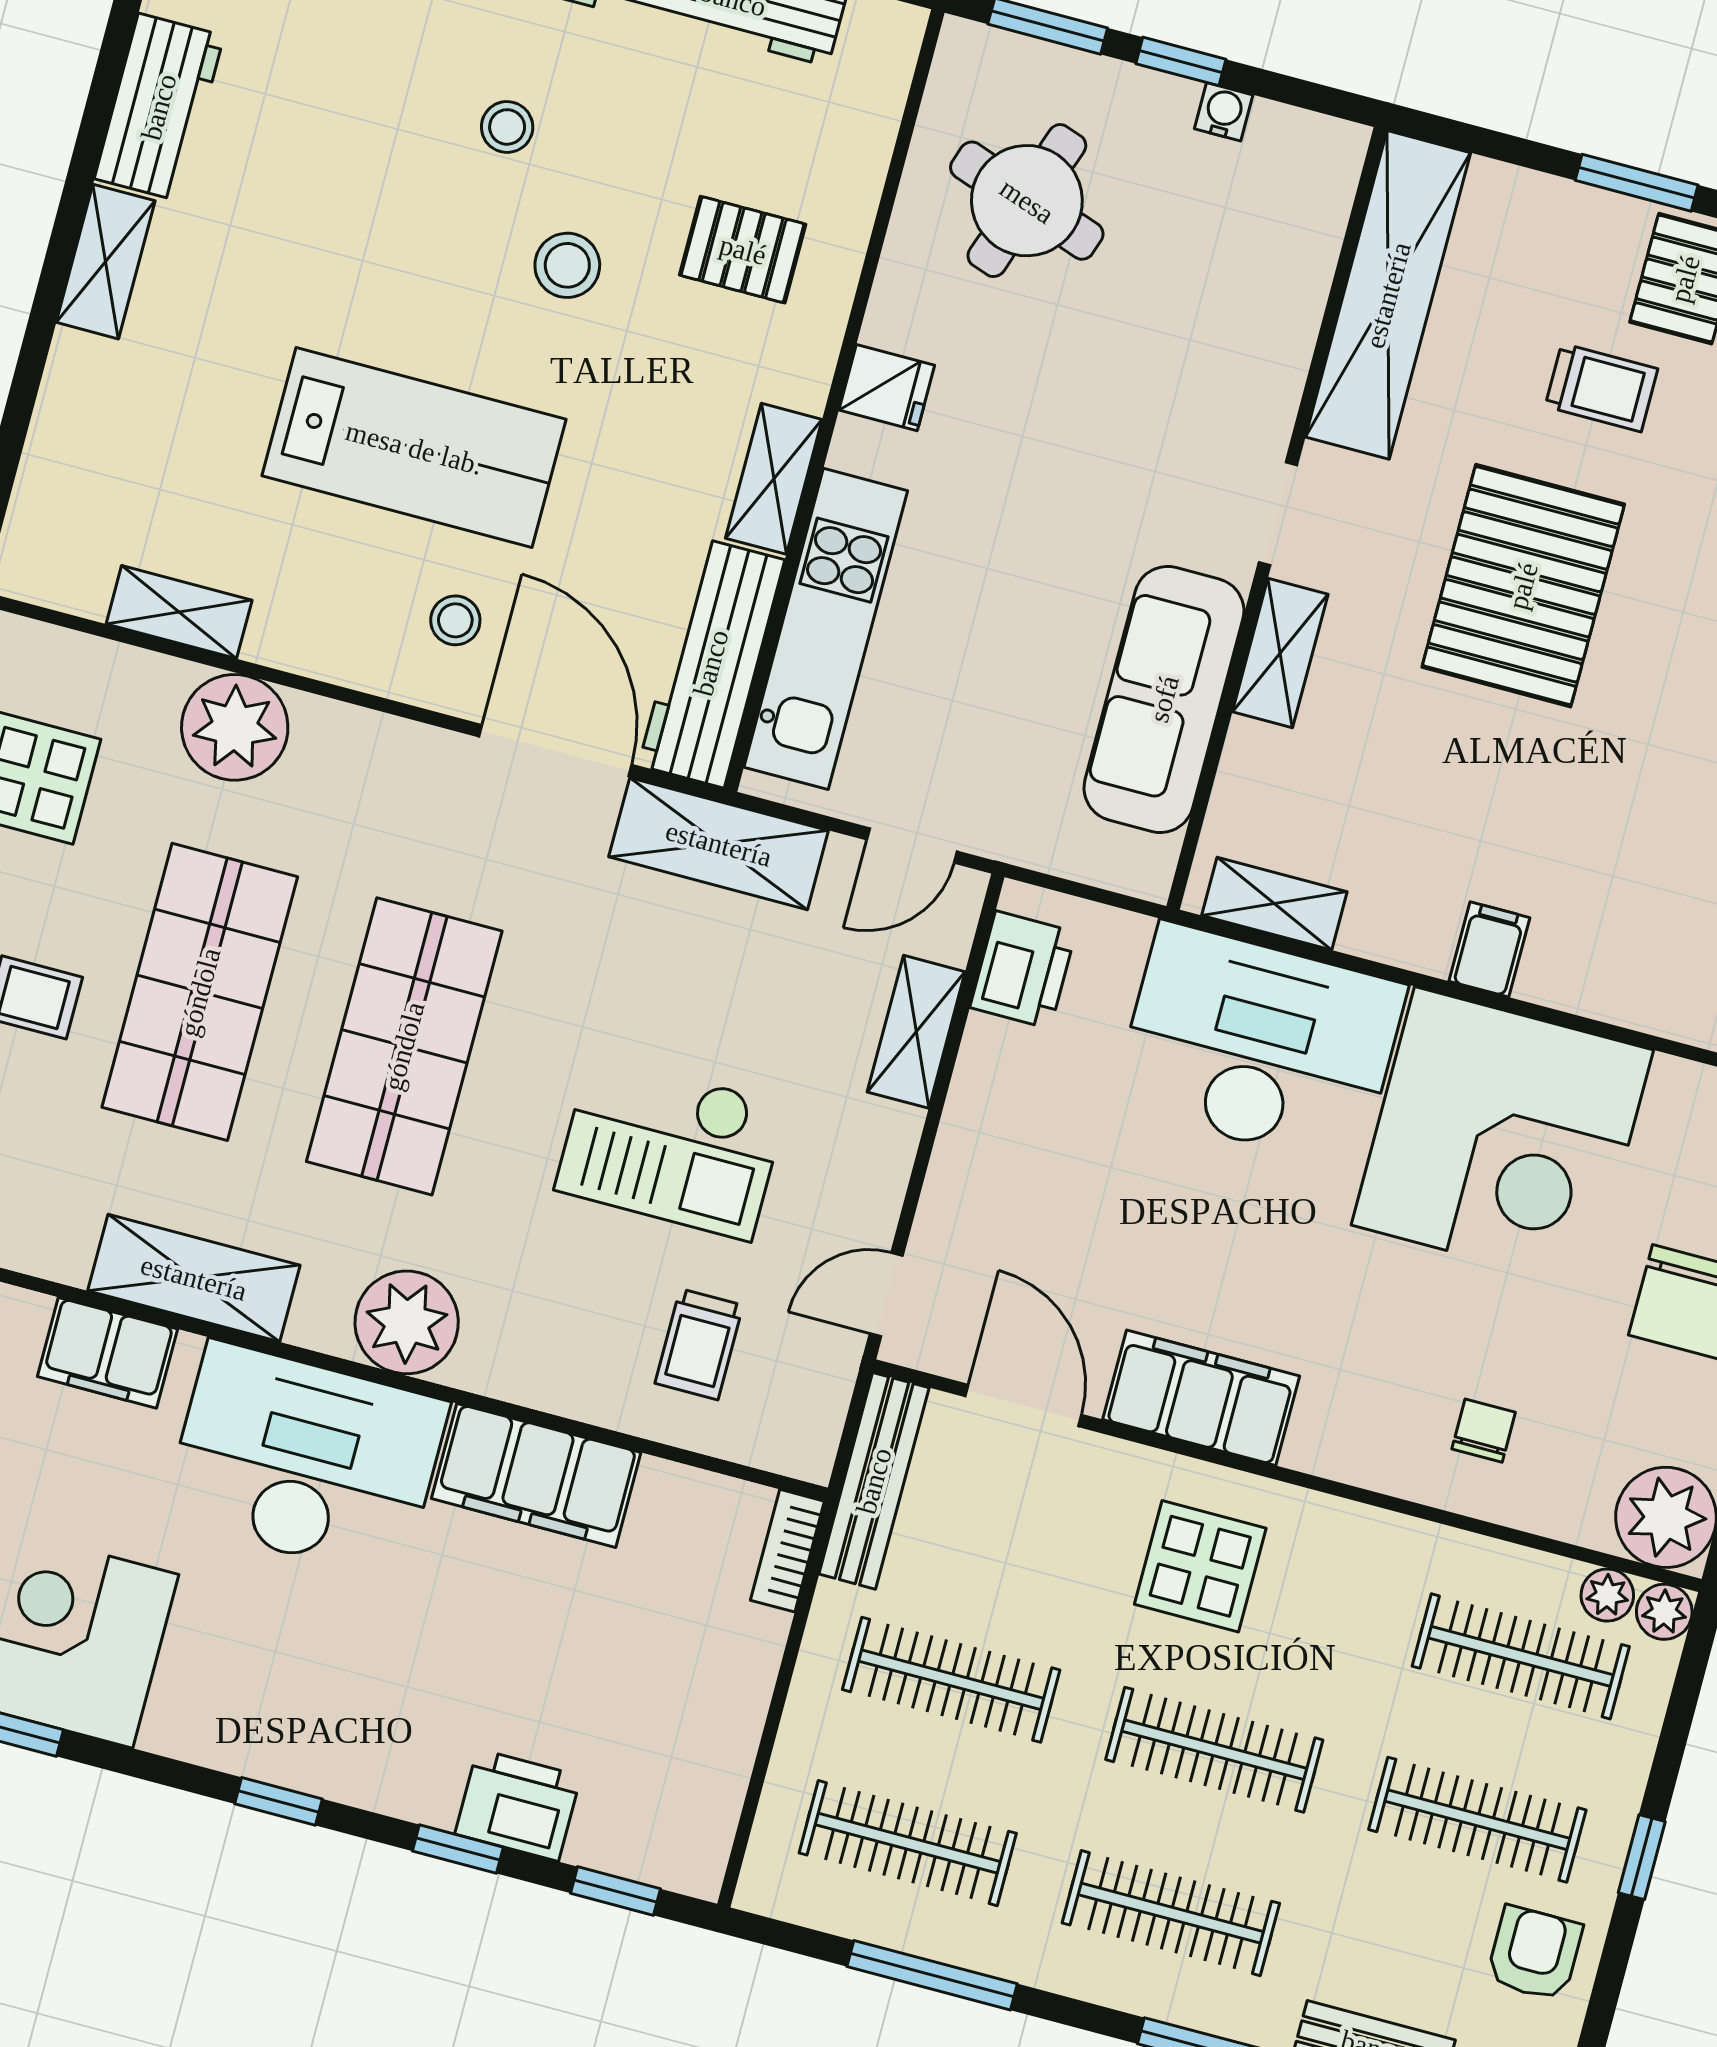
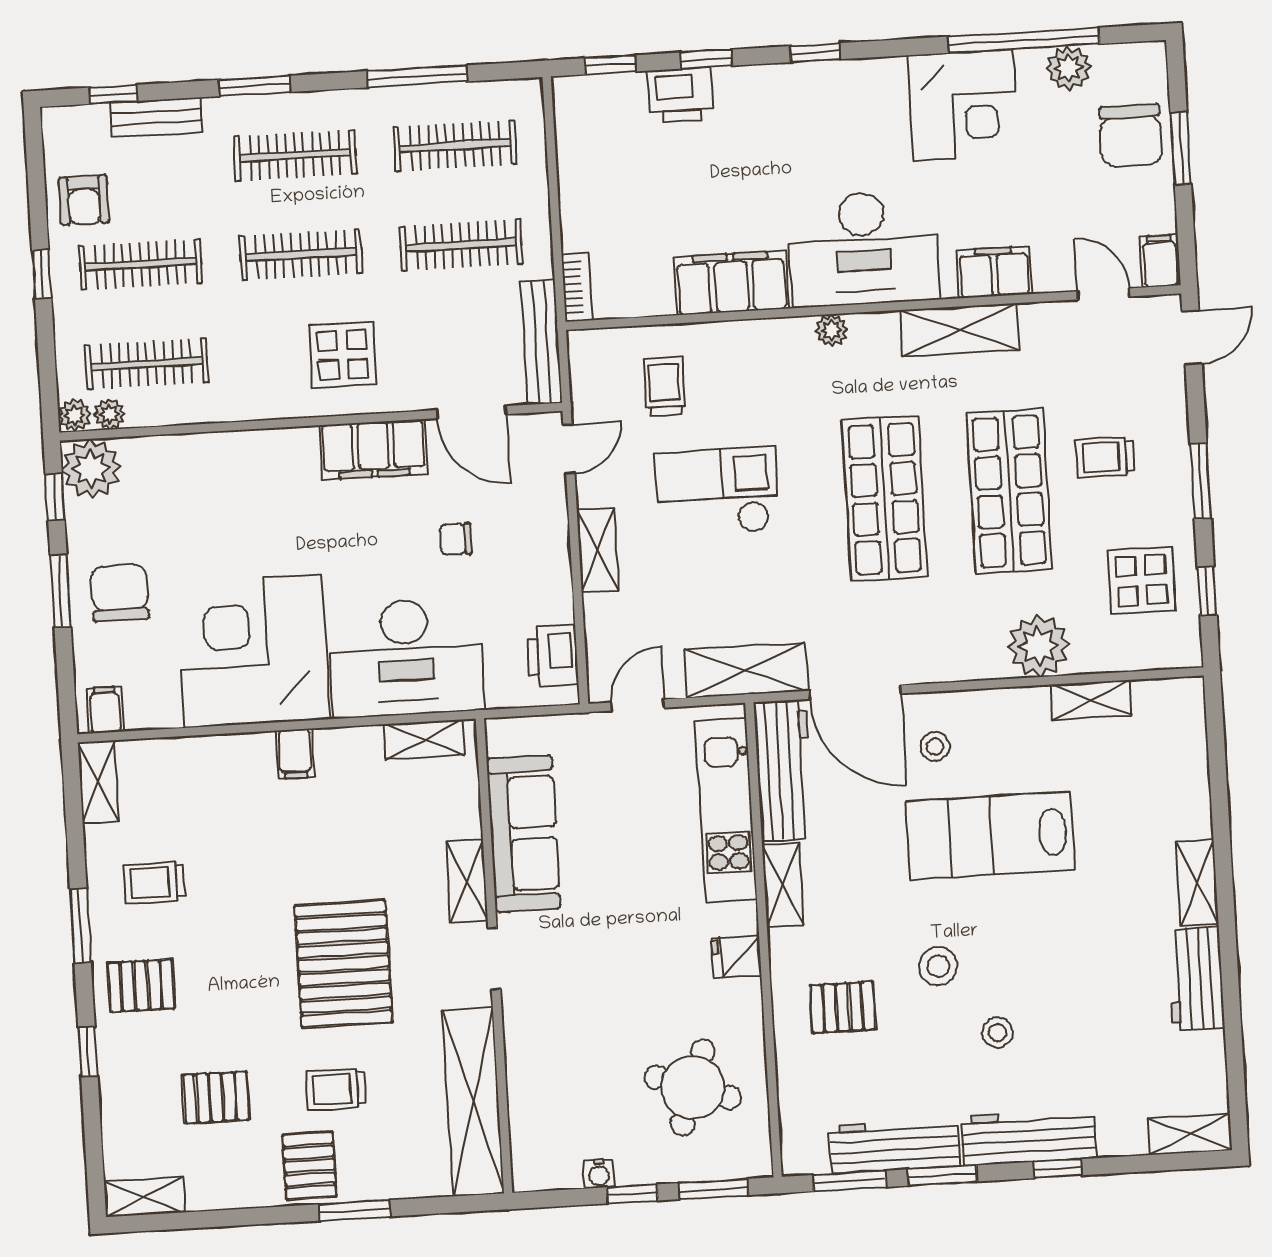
shelving: (916, 1032) -> (598, 550), moved
plant: (407, 1322) -> (831, 330), width x0.53, depth x0.53
chair: (1484, 1431) -> (456, 539), moved, turned 90

